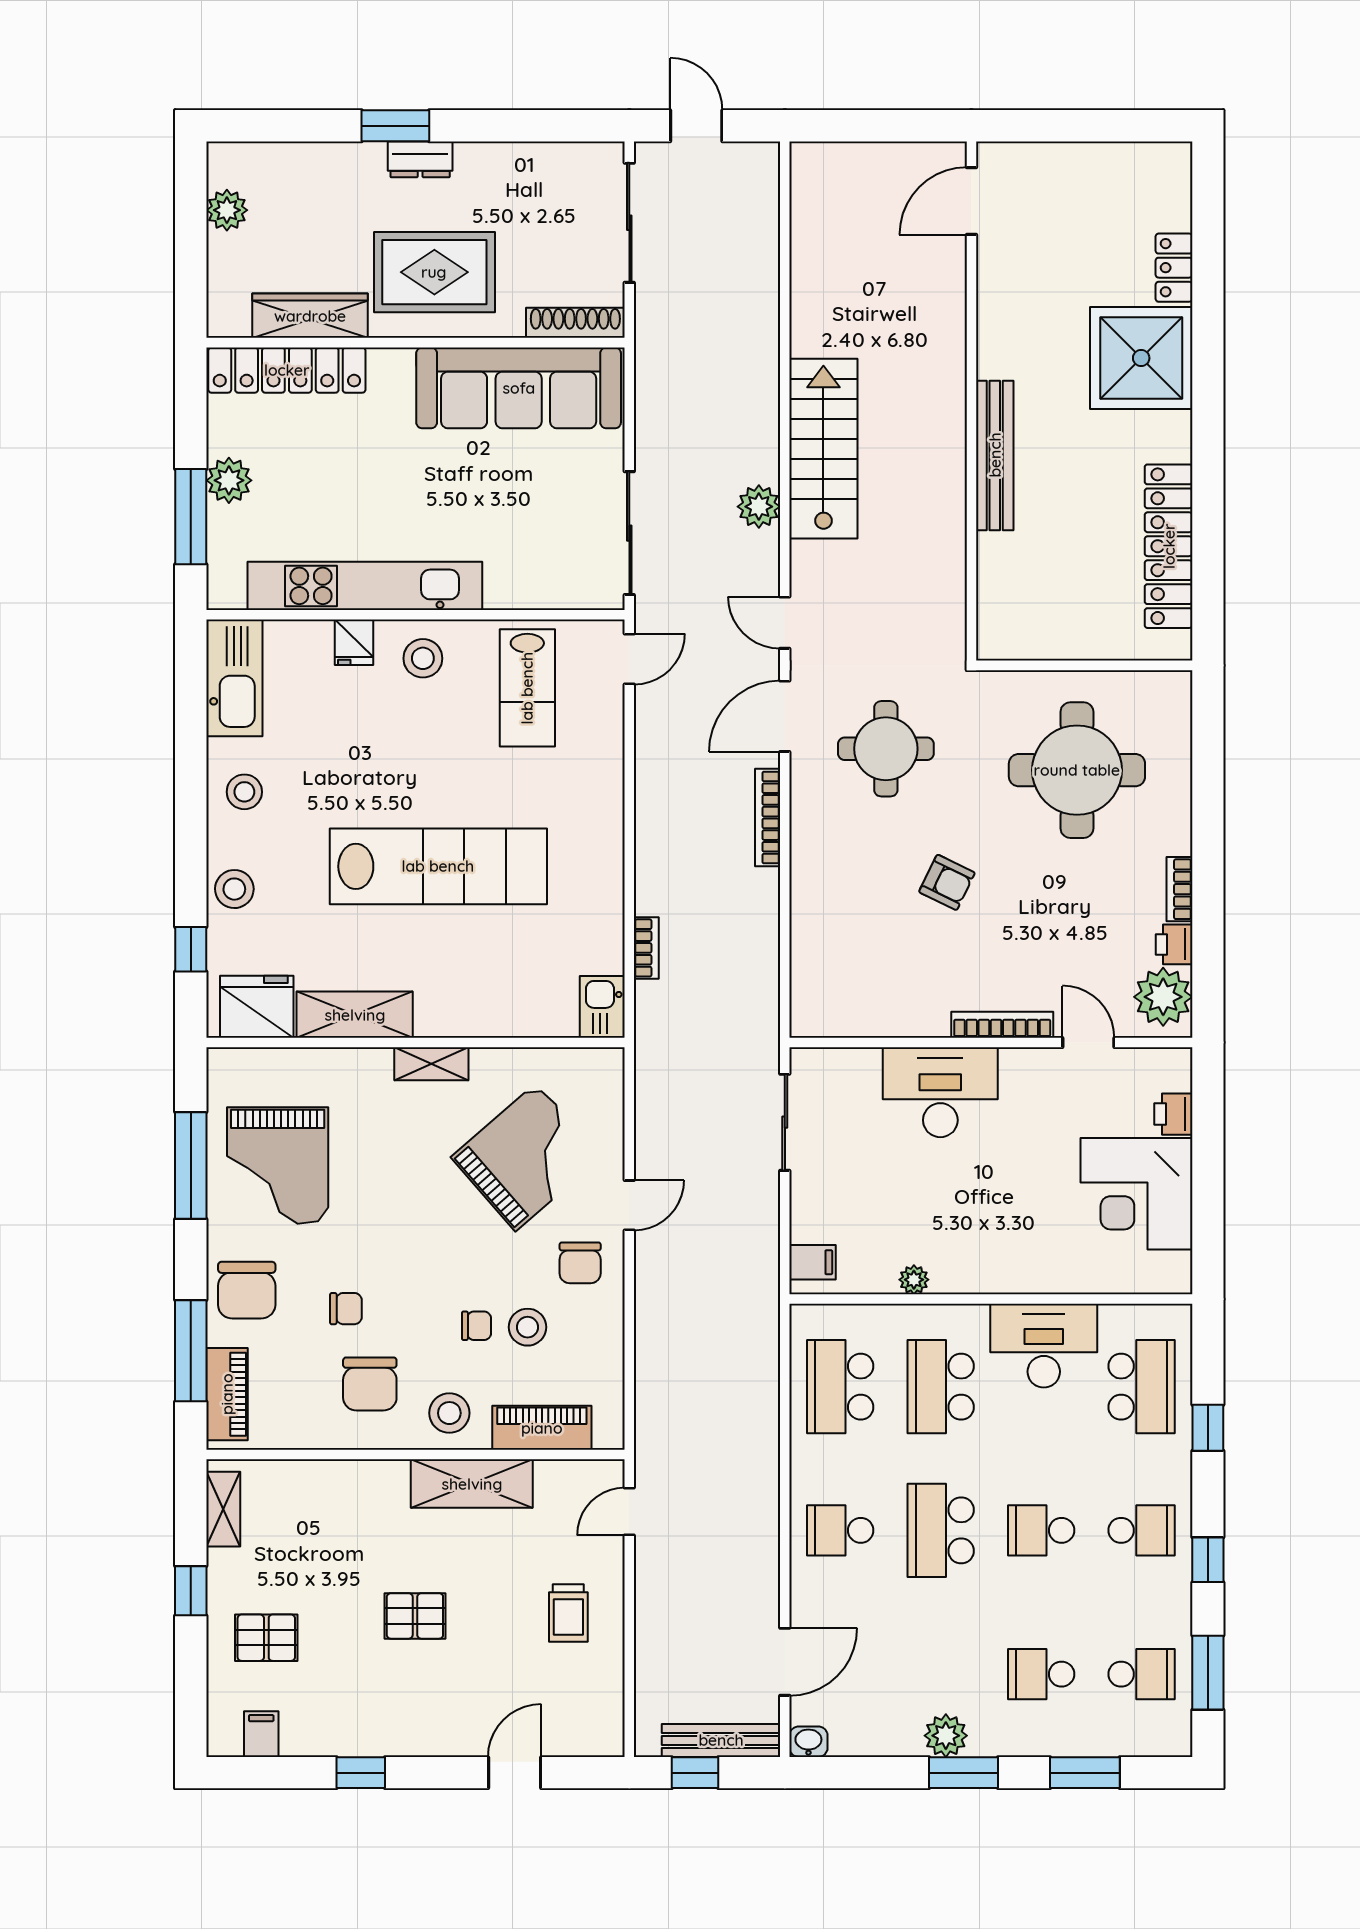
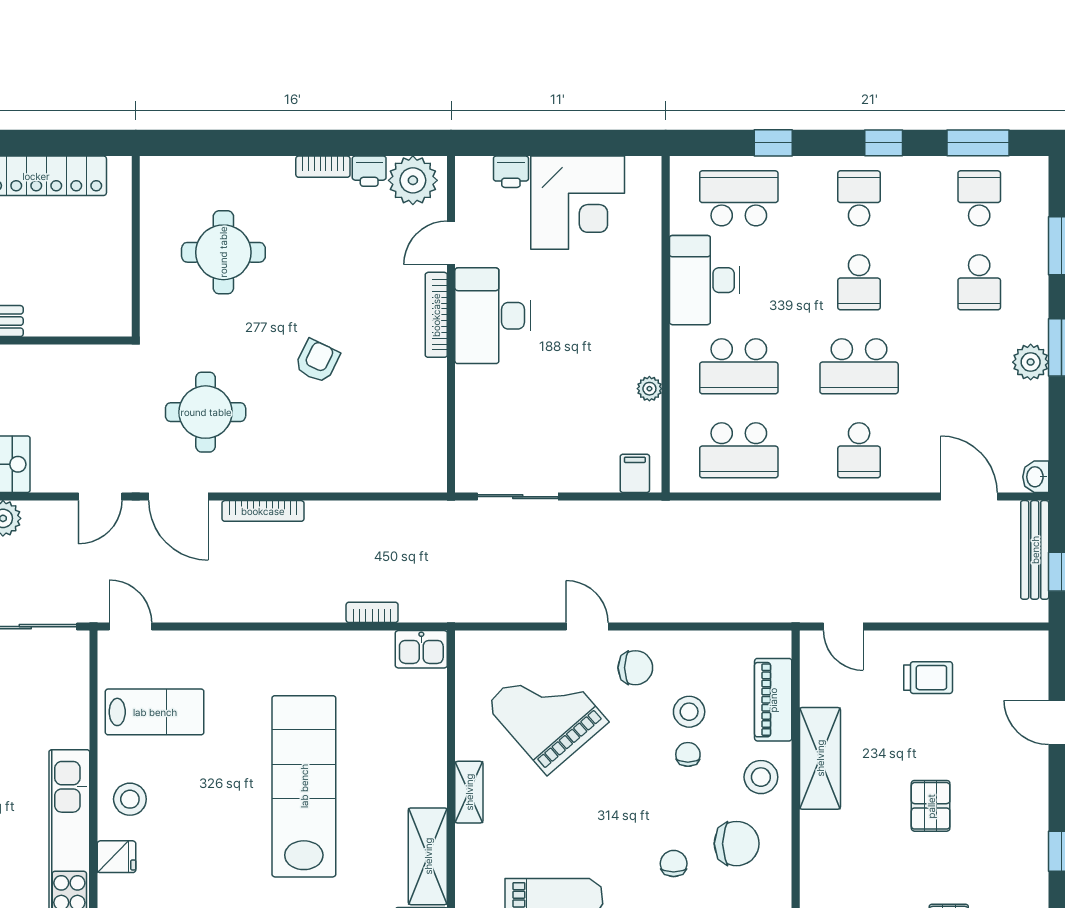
round table: (1077, 770) -> (223, 252), width x0.73, depth x0.73
desk: (940, 1092) -> (493, 316), moved

